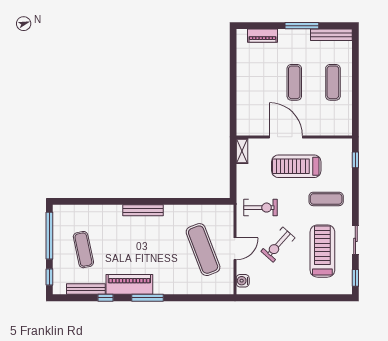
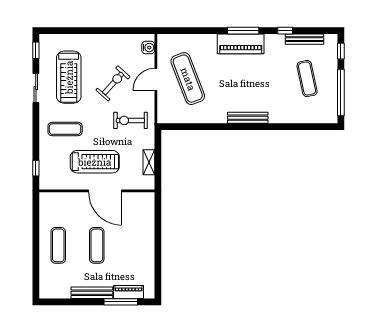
window: (302, 26) -> (121, 302), moved
bench: (331, 35) -> (92, 293), moved
shelving: (242, 151) -> (149, 162), moved
piano: (129, 284) -> (241, 44), moved

